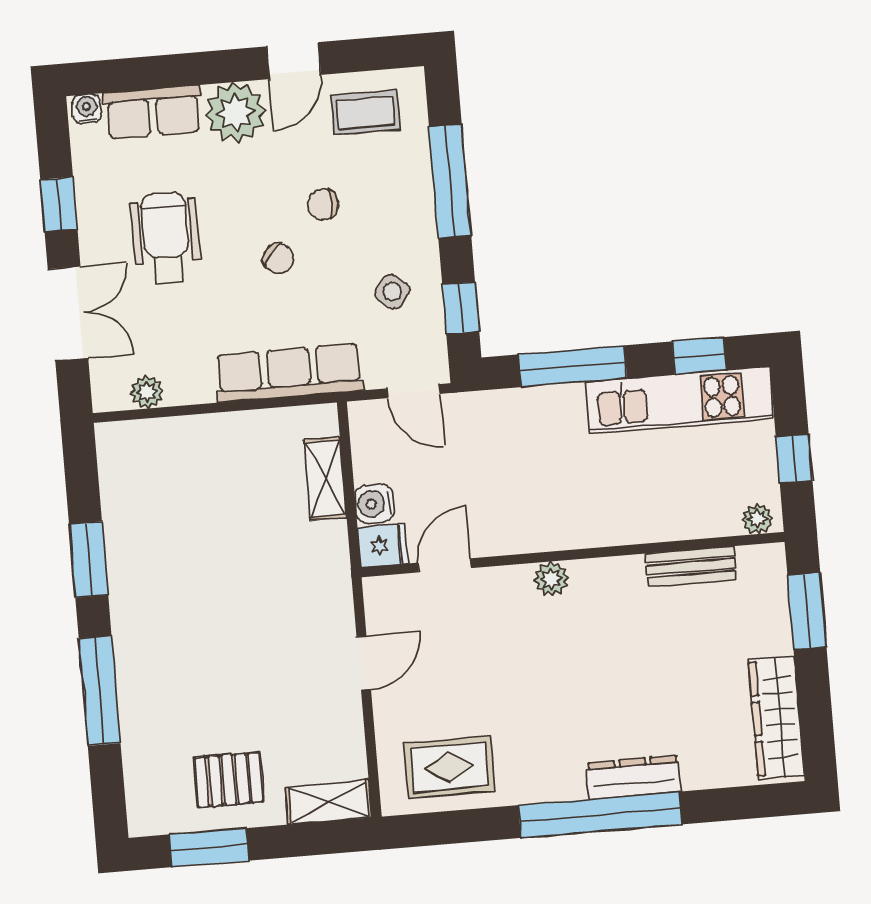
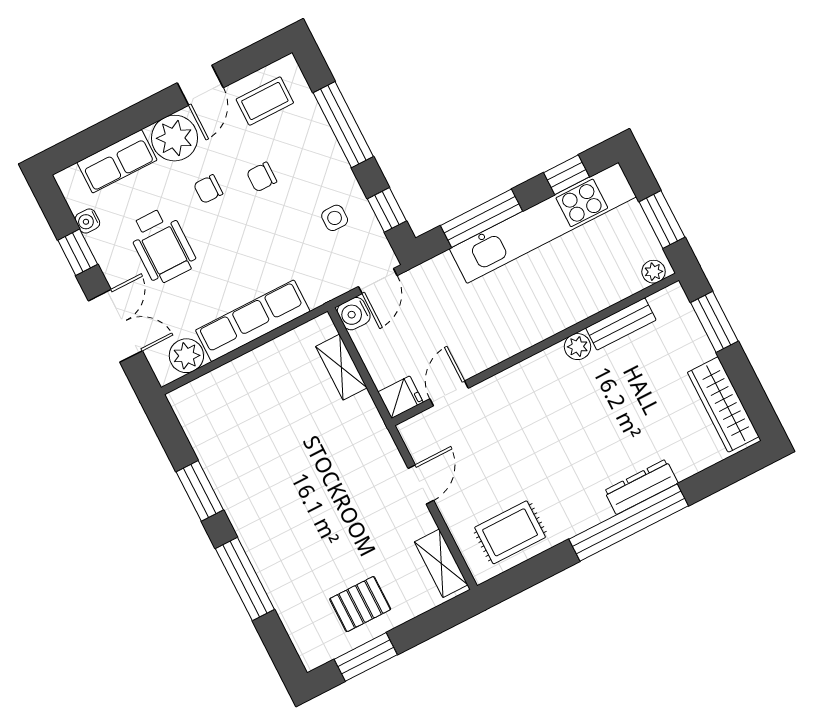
water cooler: (87, 109) -> (87, 221), moved, turned -90
wheelchair: (166, 239) -> (162, 246), turned 180
chair: (278, 258) -> (208, 189), moved, turned 141
side table: (392, 292) -> (335, 218), turned -38
row of seats: (289, 373) -> (253, 321), moved
door: (413, 391) -> (378, 281), hinge flipped
plant: (147, 392) -> (186, 356), width x1.38, depth x1.38
kitchen unit: (680, 400) -> (543, 223), width x1.36
window: (794, 459) -> (662, 219), width x1.50
water cooler: (374, 504) -> (354, 314), moved
plant: (551, 579) -> (578, 347), moved
shelving: (329, 802) -> (441, 563), moved, turned 90

